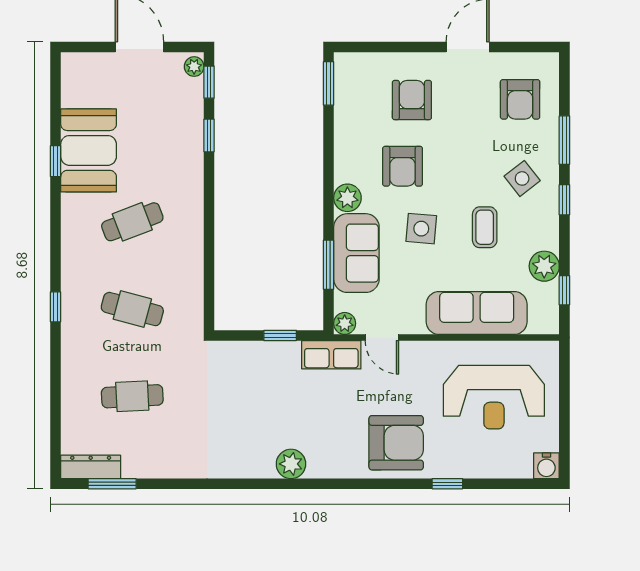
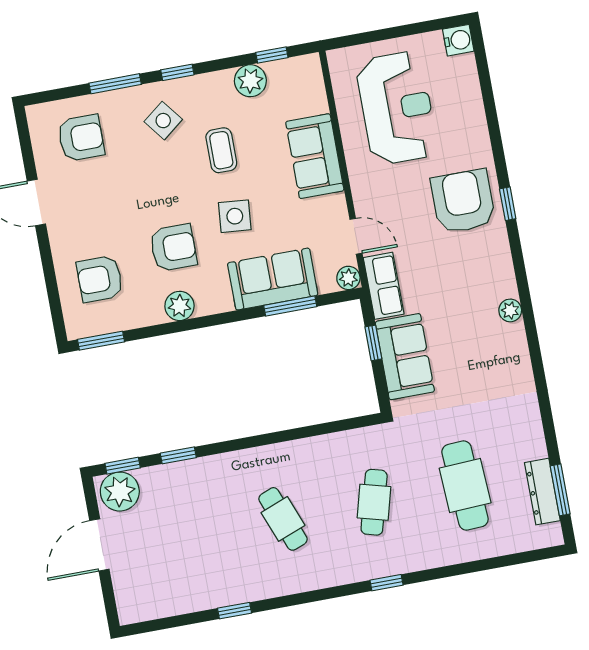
plant: (194, 67) -> (120, 492), width x1.88, depth x1.88
armchair: (412, 100) -> (100, 279), moved
booth: (89, 150) -> (217, 578), removed
plant: (347, 198) -> (179, 306), moved
coffee table: (485, 227) -> (221, 150), turned 90
sofa: (477, 313) -> (315, 156), width x0.73
door: (382, 338) -> (356, 236), hinge flipped
sofa: (262, 362) -> (405, 357), added
cafe table: (132, 396) -> (465, 486), width x1.37, depth x1.35
plant: (291, 464) -> (510, 310), width x0.73, depth x0.73
dresser: (91, 467) -> (542, 492), moved
window: (447, 484) -> (508, 204), moved

